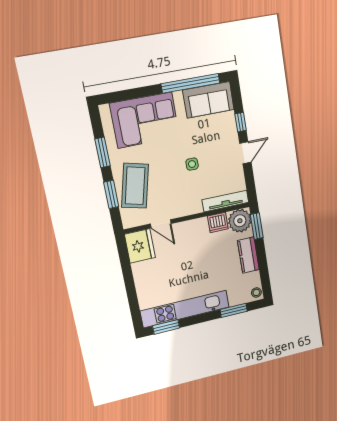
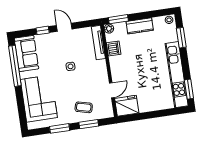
coffee table: (135, 186) -> (84, 107), width x0.54, depth x0.58
plant: (240, 221) -> (109, 29), width x0.53, depth x0.53

